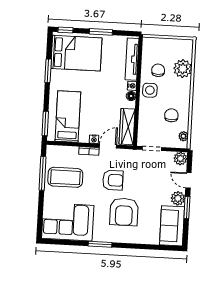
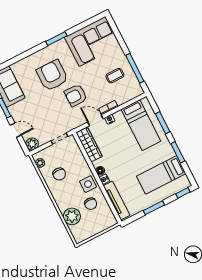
bed: (76, 53) -> (161, 175), width x0.67
window: (45, 124) -> (163, 123), moved
door: (108, 146) -> (95, 120), swing flipped
coffee table: (65, 177) -> (115, 76), width x0.54, depth x0.58
plant: (178, 198) -> (16, 111), removed

